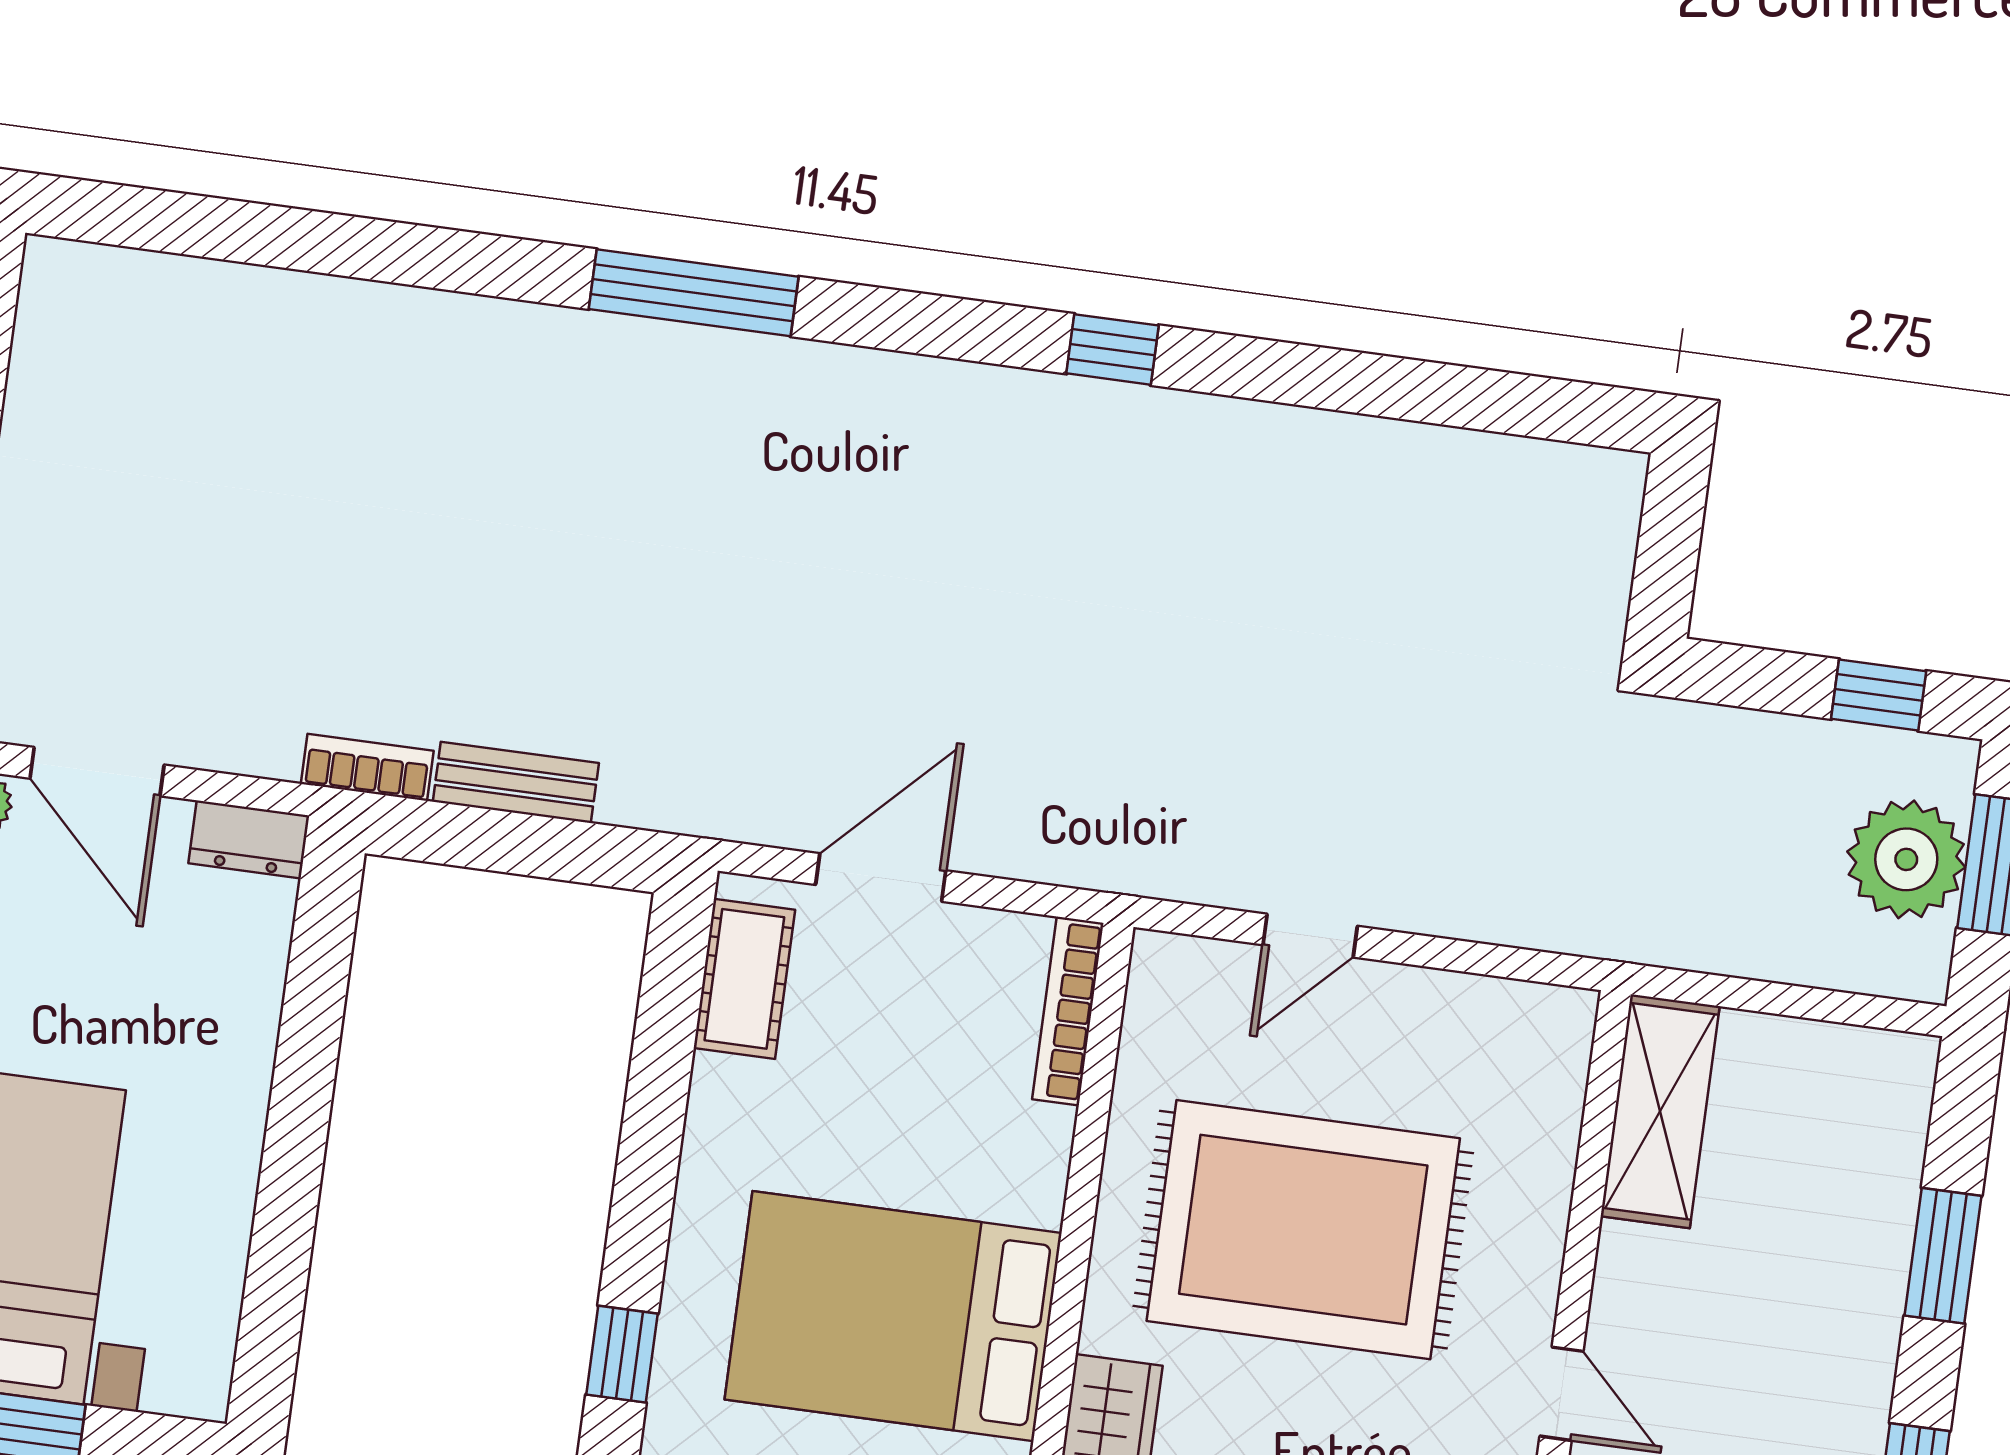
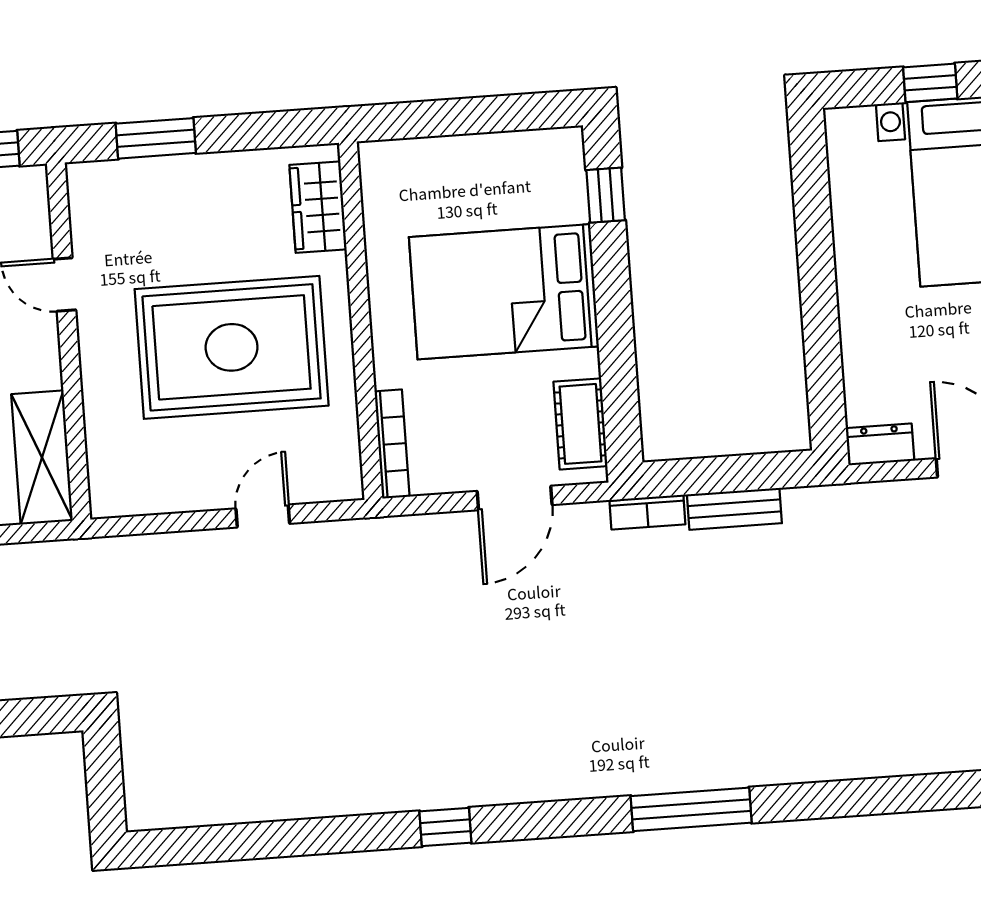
bookcase: (367, 767) -> (647, 512), moved
bed: (893, 1316) -> (504, 292), moved, turned 180

